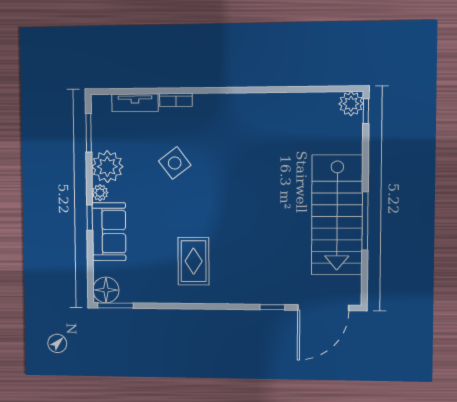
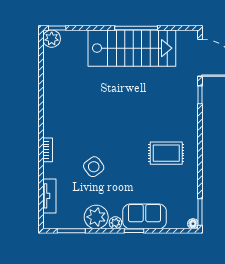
bookcase: (176, 100) -> (48, 150), moved
floor lamp: (106, 290) -> (193, 224), width x0.53, depth x0.53

